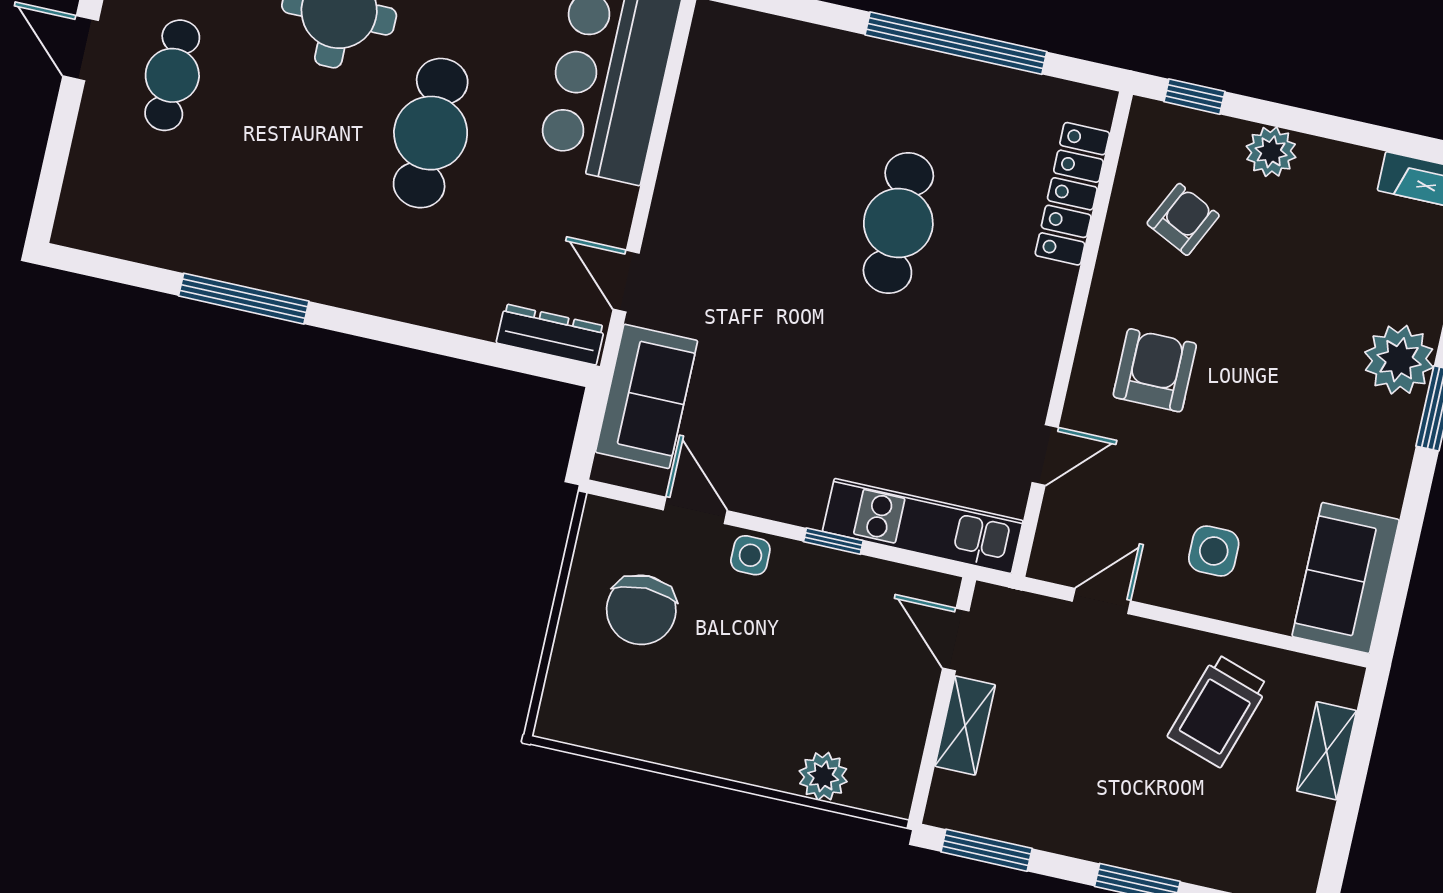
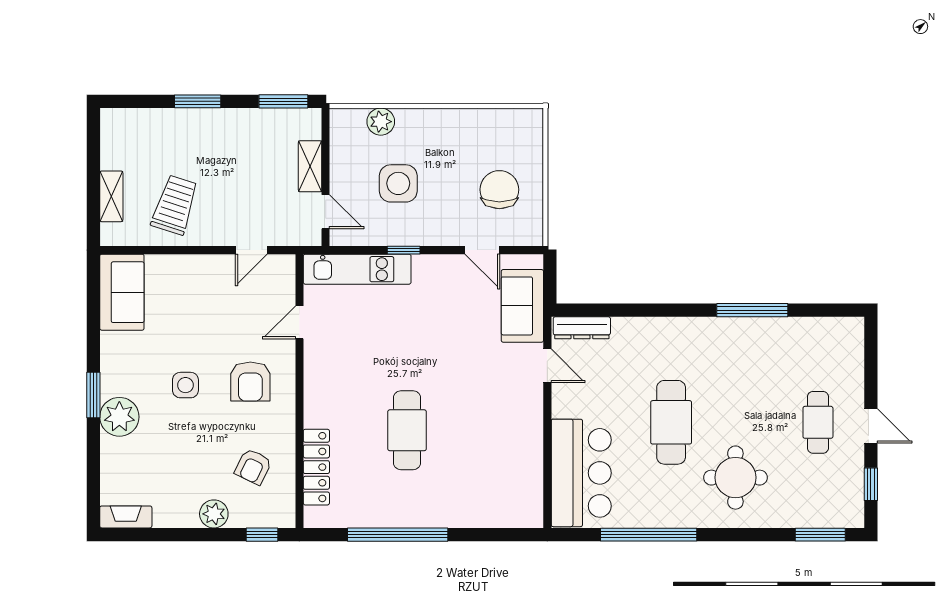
side table: (1214, 551) -> (185, 385), moved
side table: (750, 555) -> (398, 183), moved, width x1.87, depth x1.87

